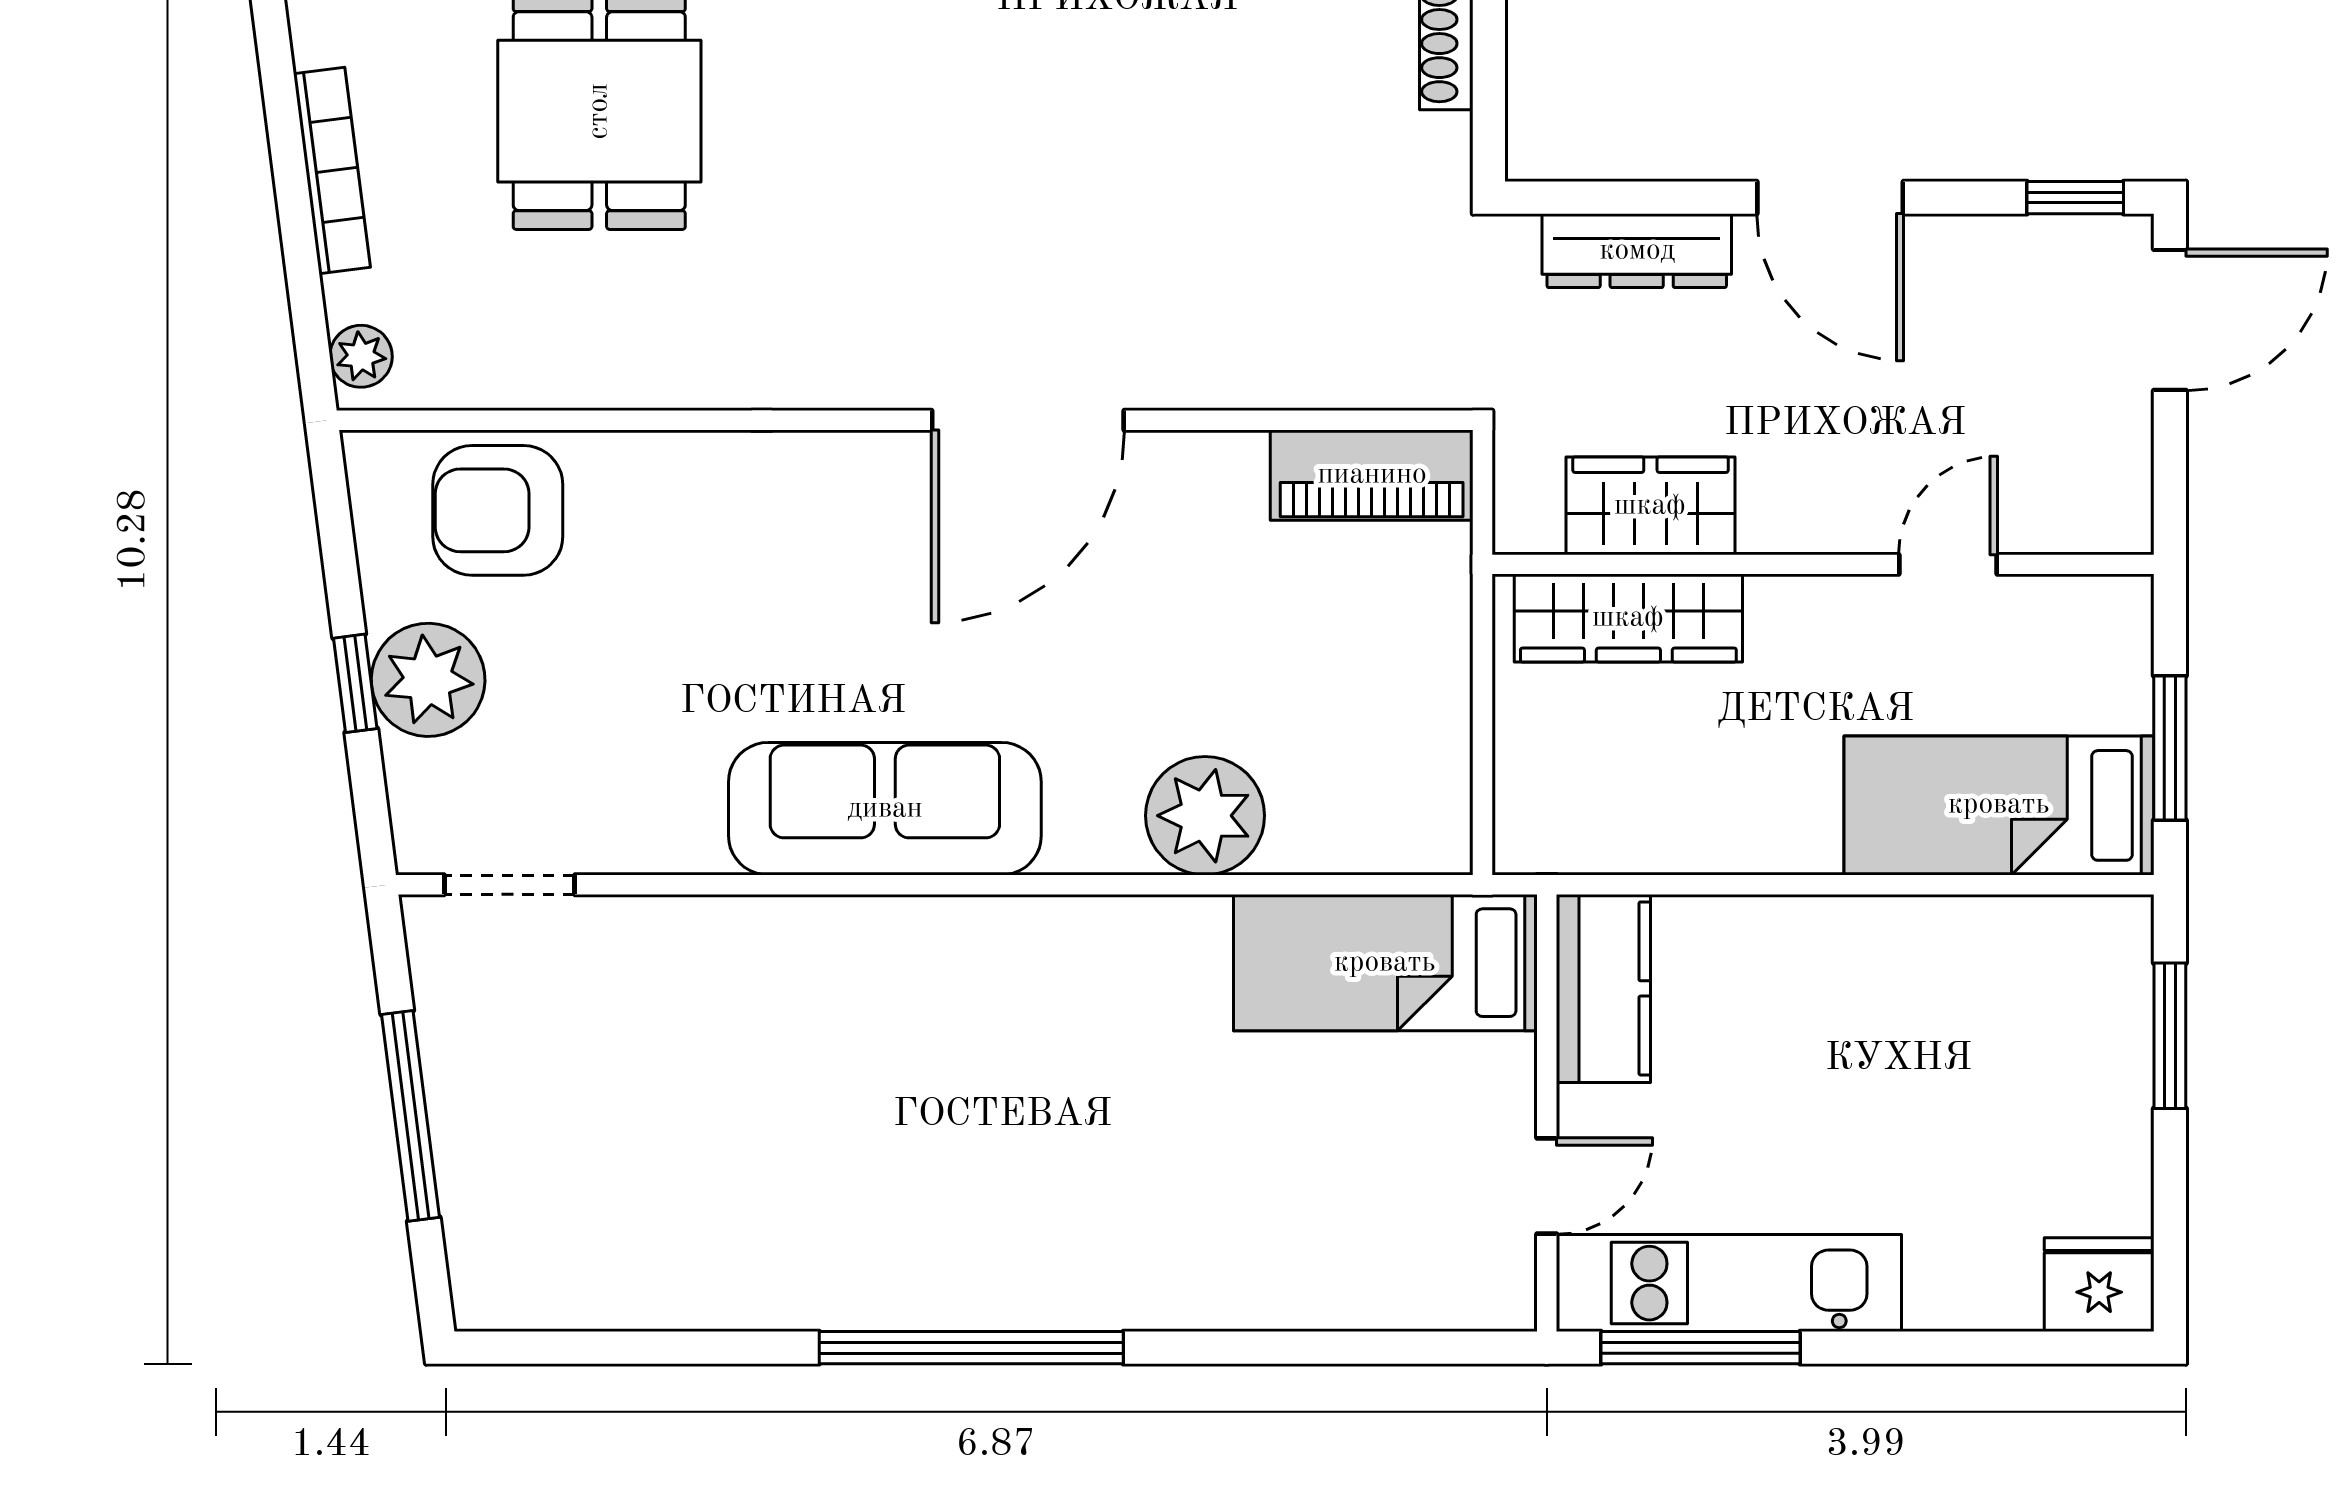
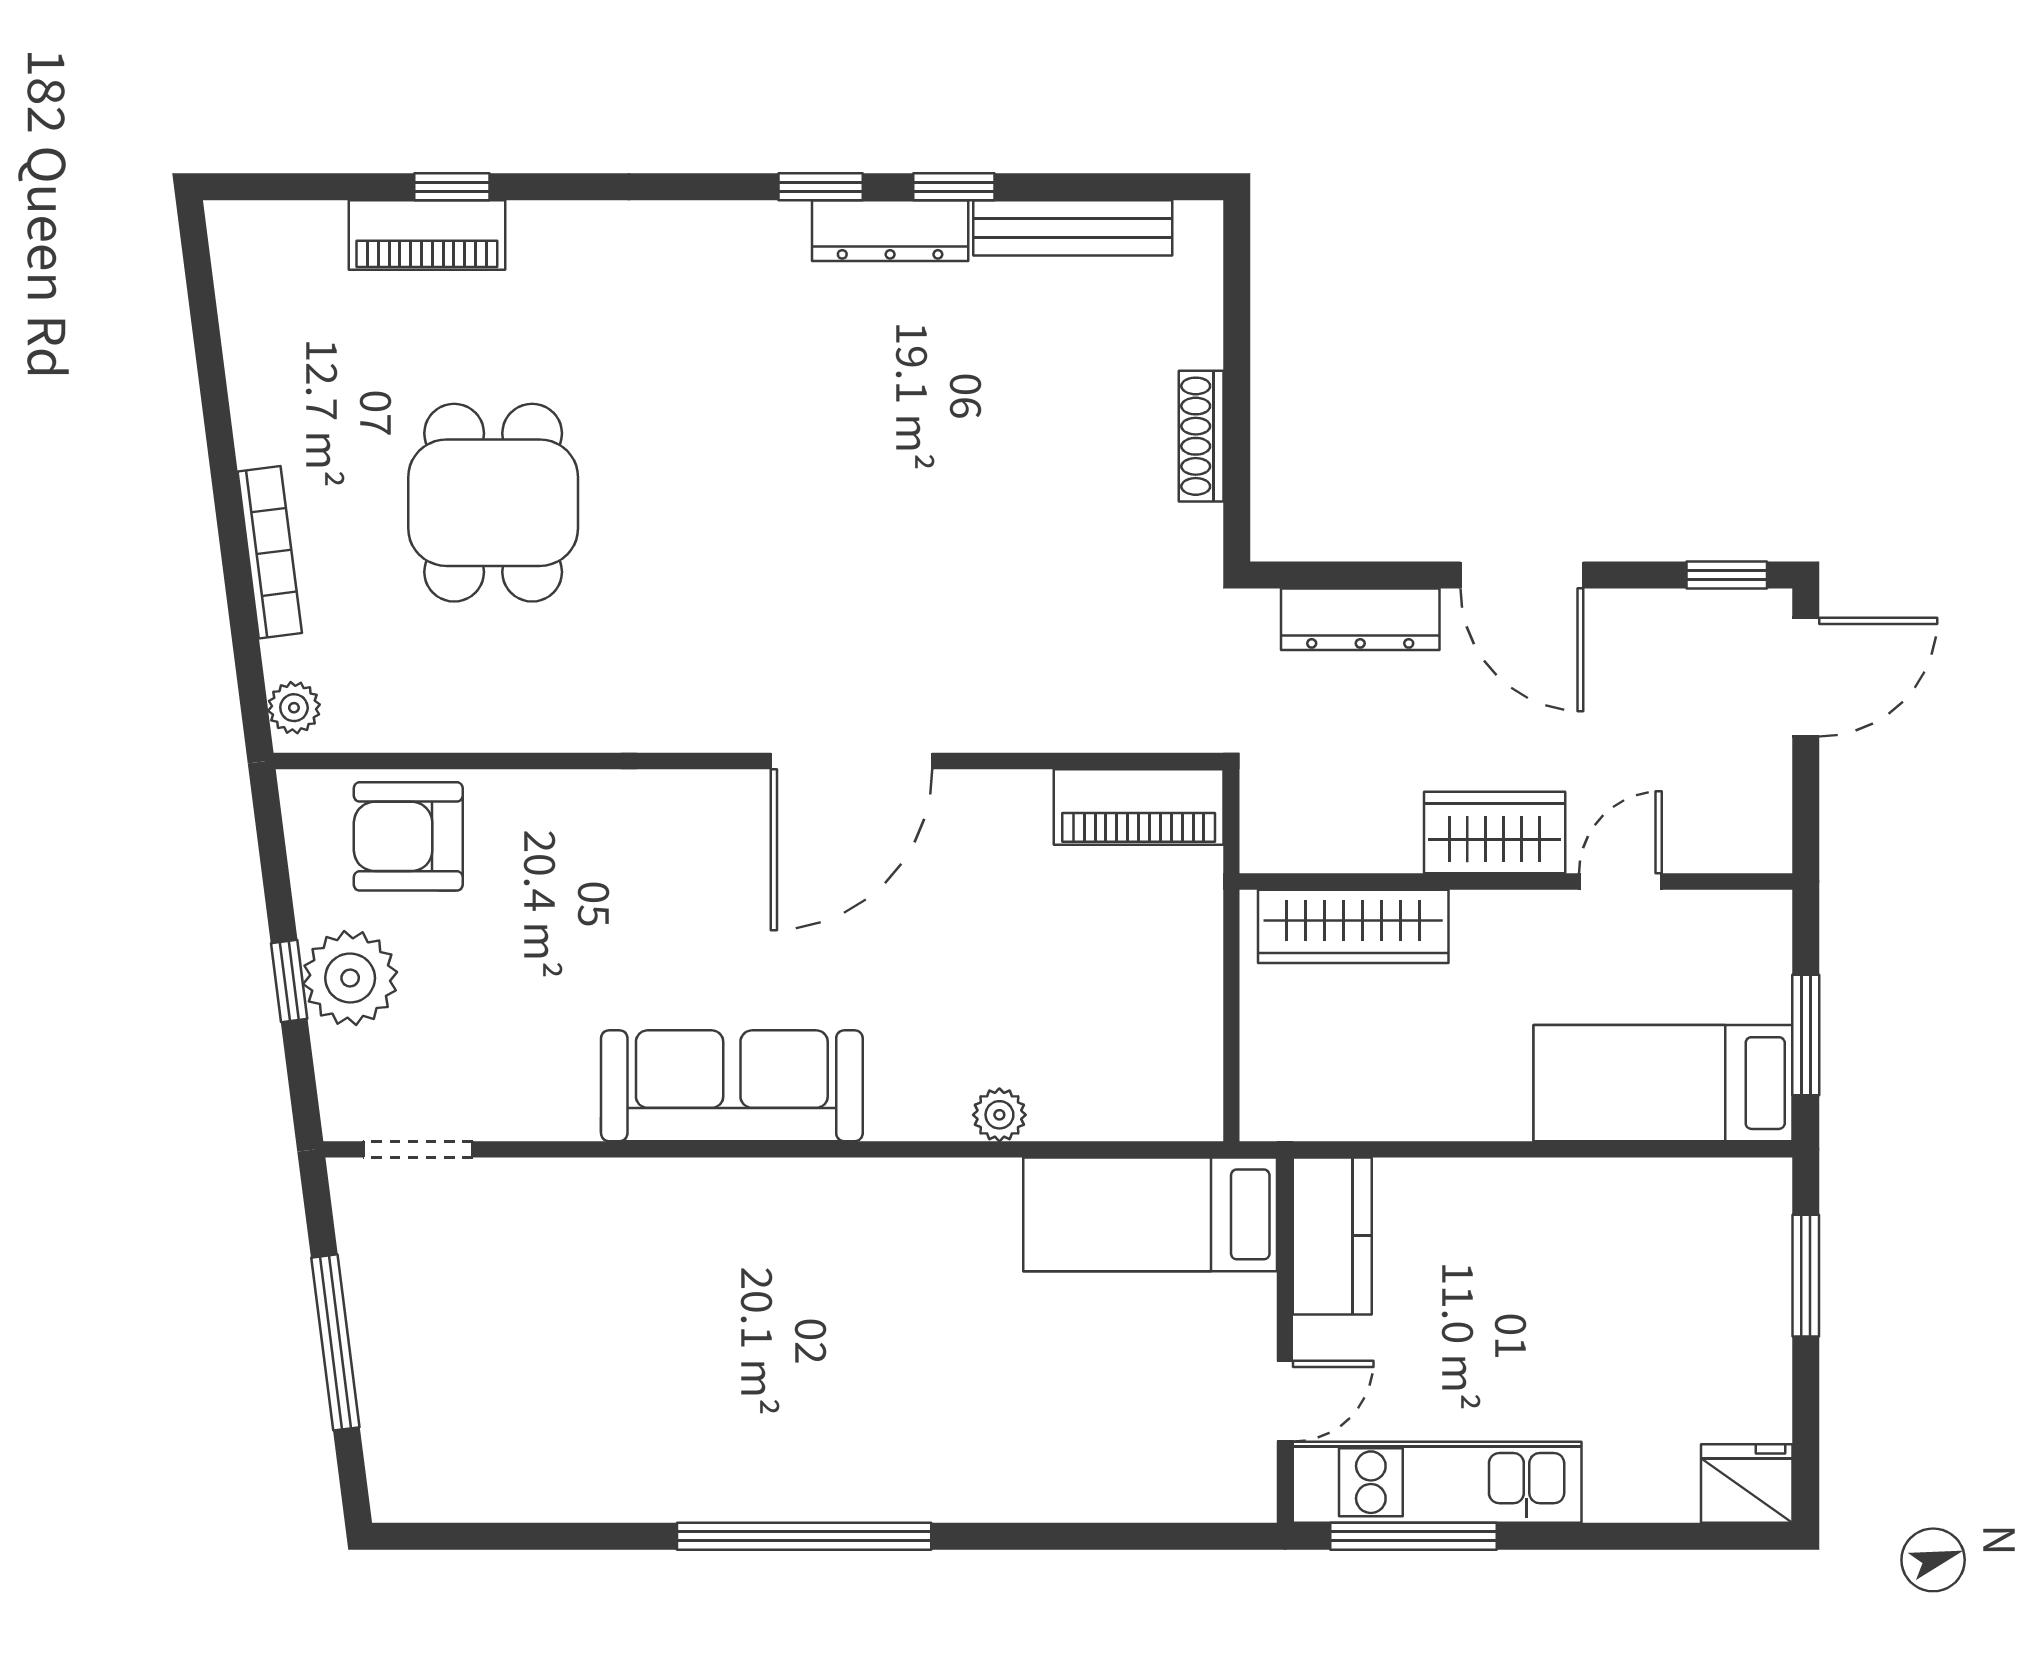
wardrobe: (1650, 506) -> (1495, 833), moved
plant: (1205, 816) -> (999, 1115), width x0.53, depth x0.53

